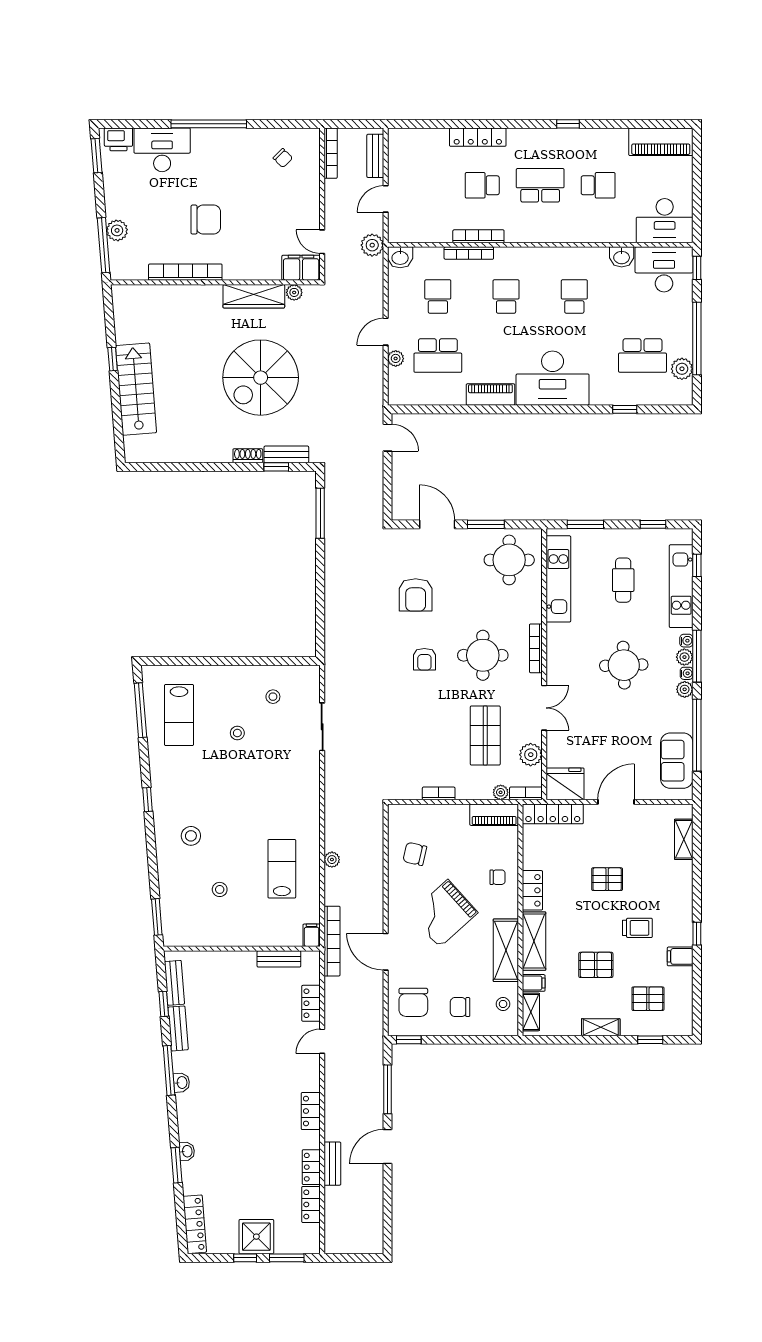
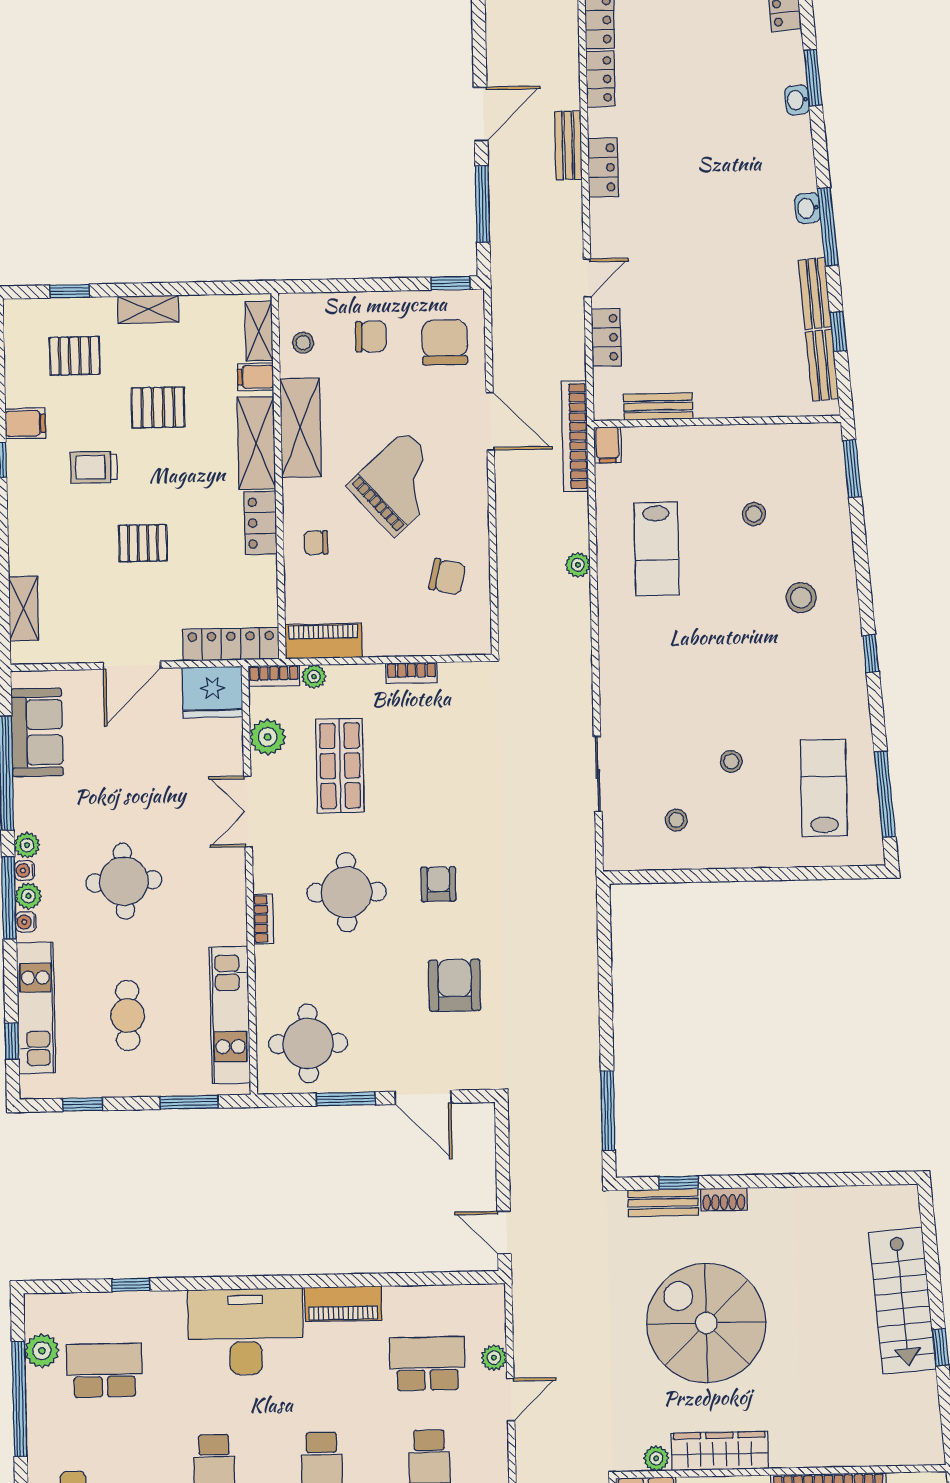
spiral stairs: (261, 378) -> (706, 1323), turned -90
bookcase: (536, 648) -> (263, 919), width x0.64
bench: (332, 1164) -> (568, 145), moved

